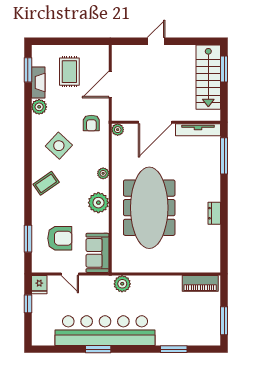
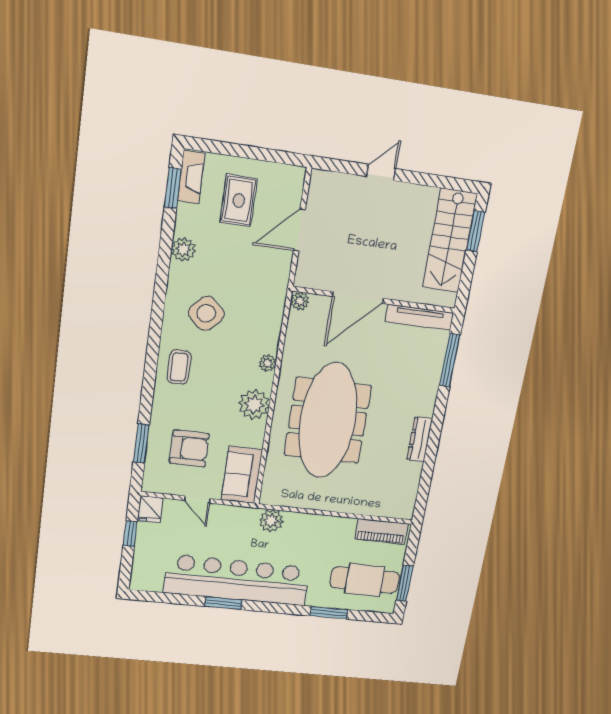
fireplace: (38, 82) -> (191, 177), moved
armchair: (91, 123) -> (261, 286), removed
coffee table: (46, 183) -> (179, 367), turned -55
dresser: (214, 213) -> (420, 439), width x1.44
cafe table: (195, 321) -> (365, 580), added

